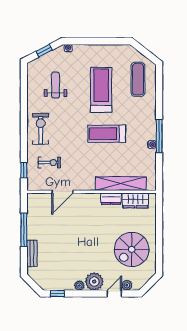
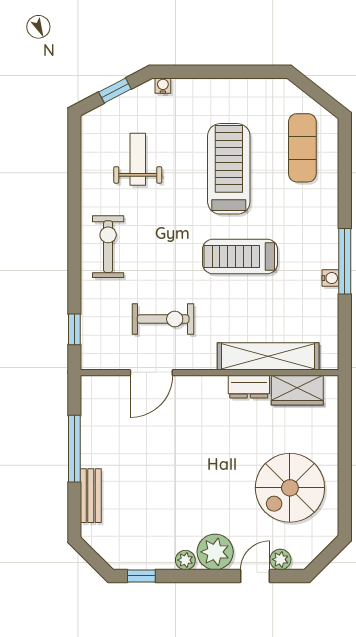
exercise bike: (49, 163) -> (163, 319), moved, width x1.38, depth x1.39

